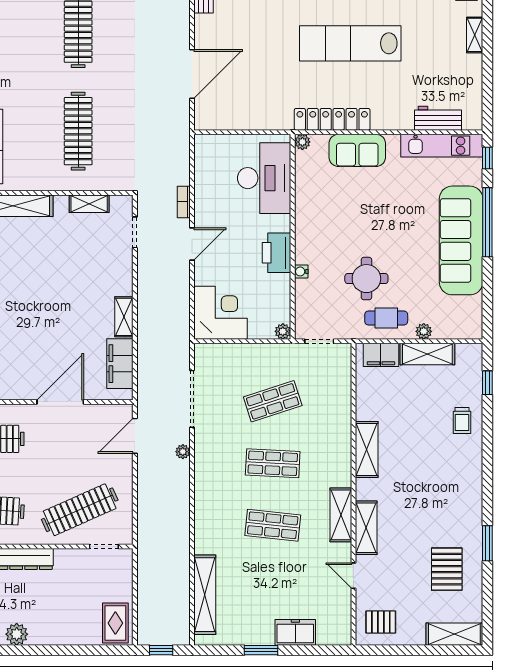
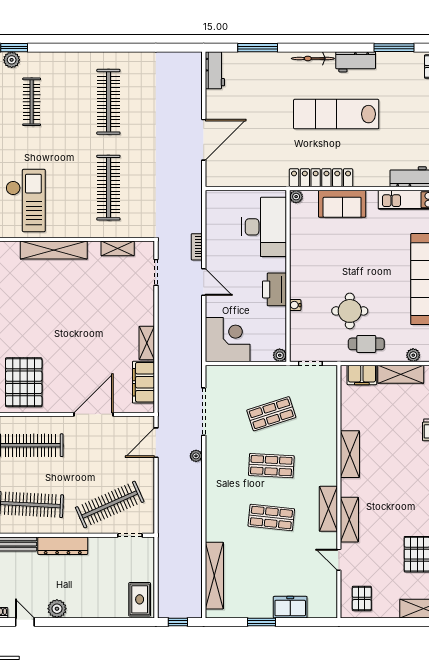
door: (192, 244) -> (204, 282), hinge flipped
plant: (424, 331) -> (413, 355), moved
pallet: (381, 622) -> (362, 598), turned 90

